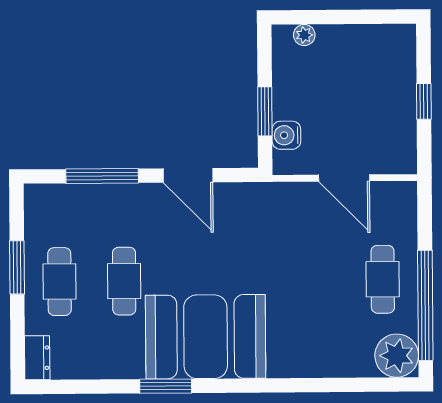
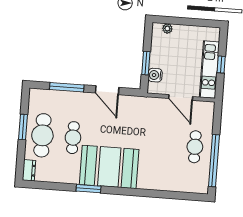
kitchen unit: (400, 114) -> (209, 70), added
cafe table: (59, 282) -> (42, 135), width x1.37, depth x1.35
plant: (397, 356) -> (199, 183), removed

